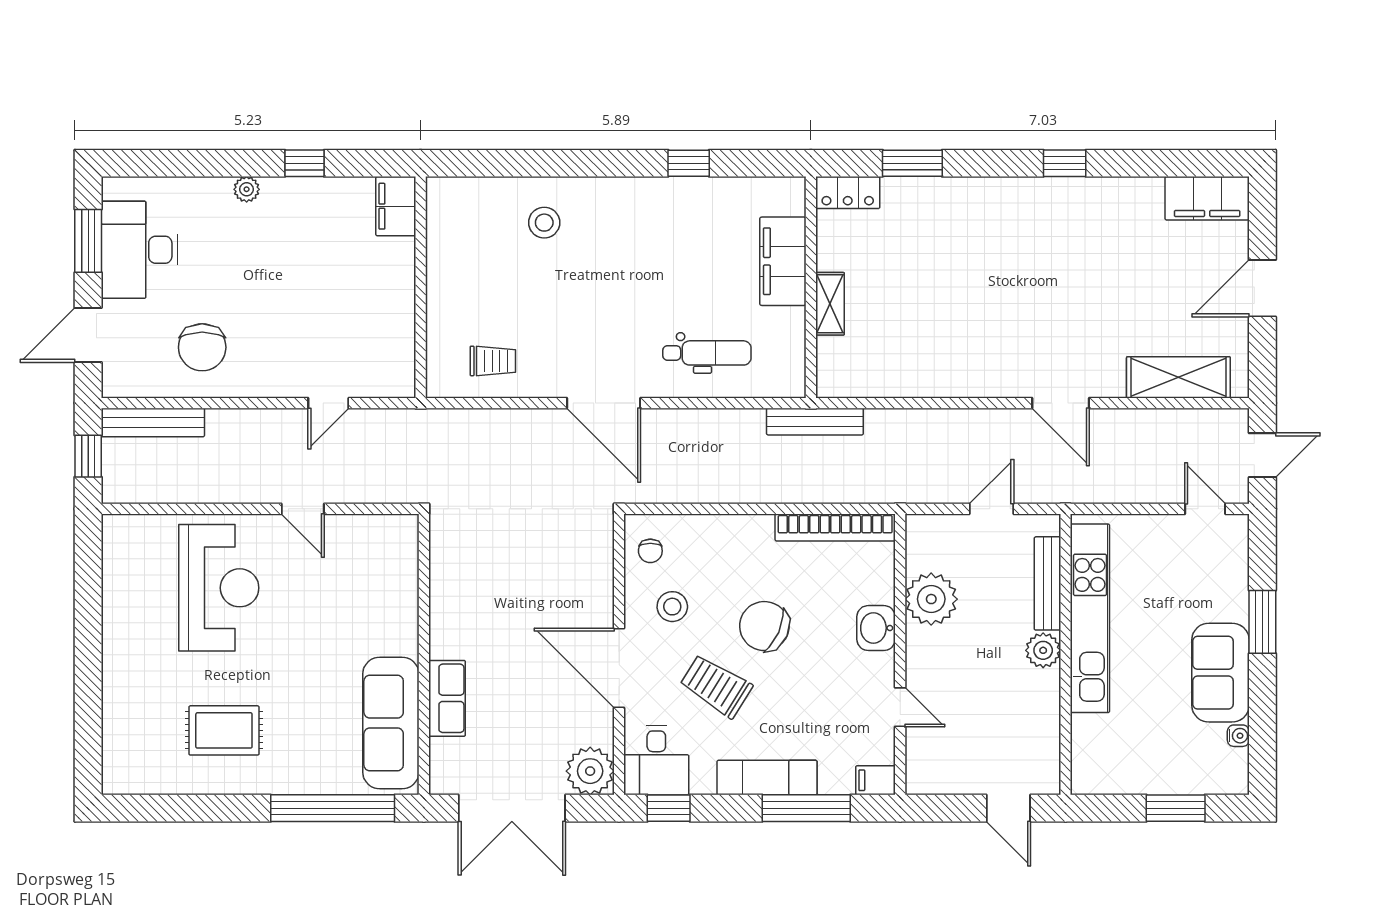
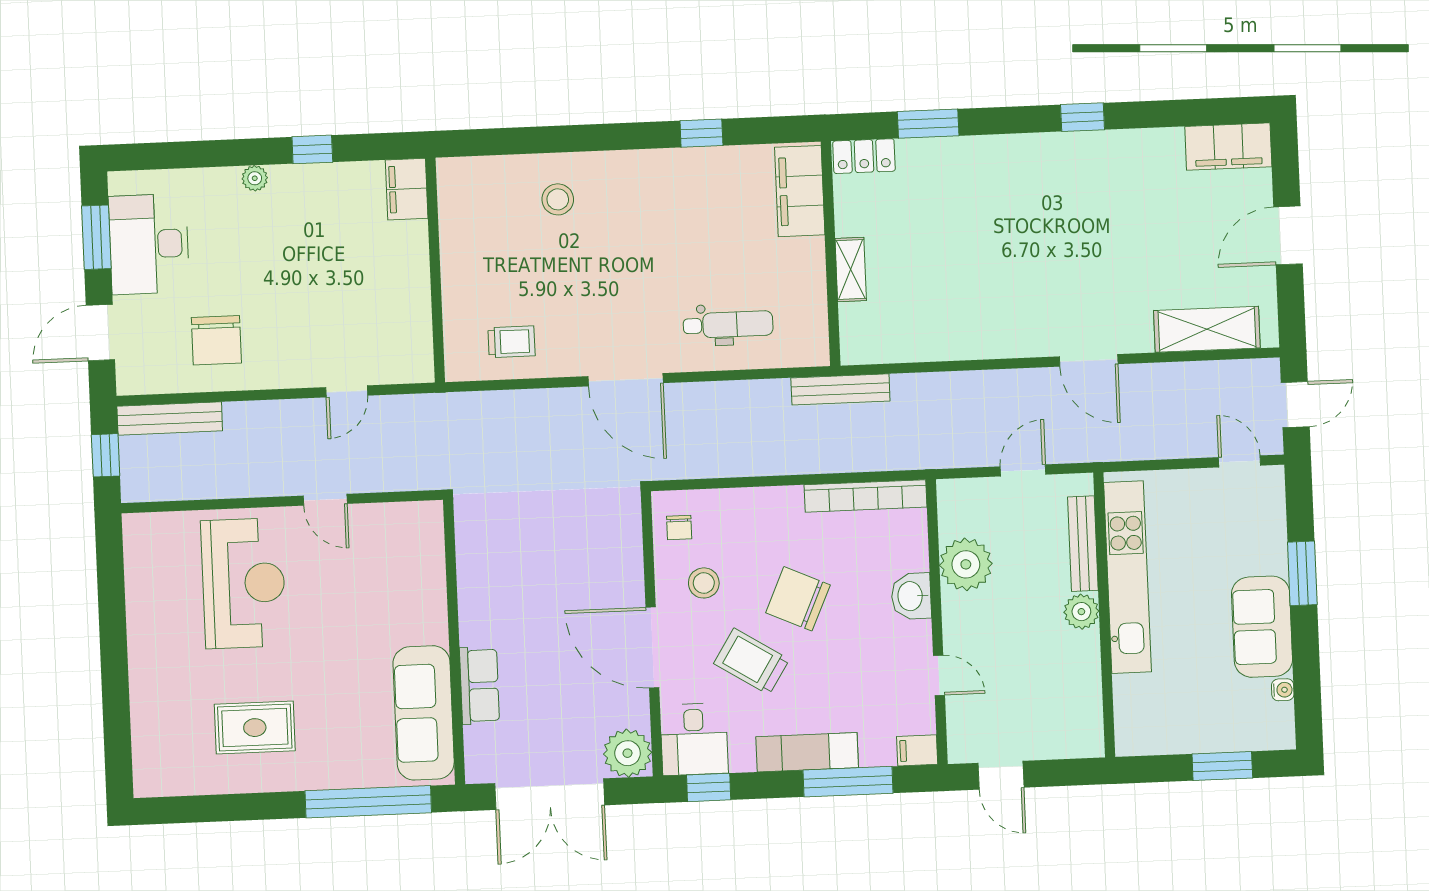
filing cabinet: (783, 261) -> (800, 191), moved
door: (1008, 808) -> (1001, 775), moved

